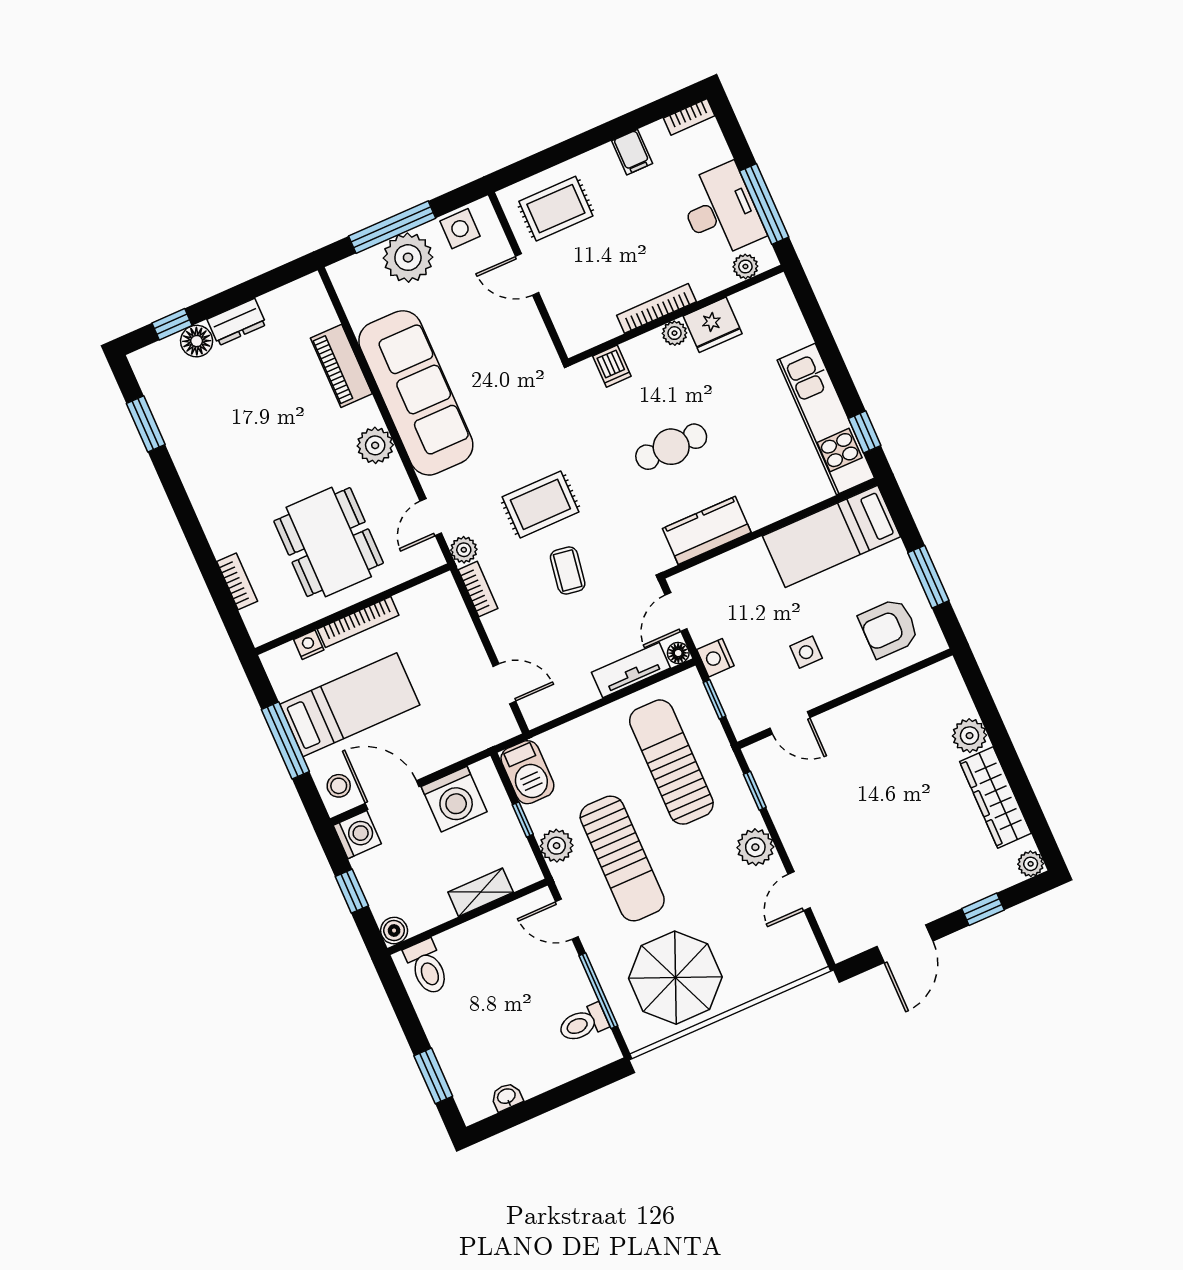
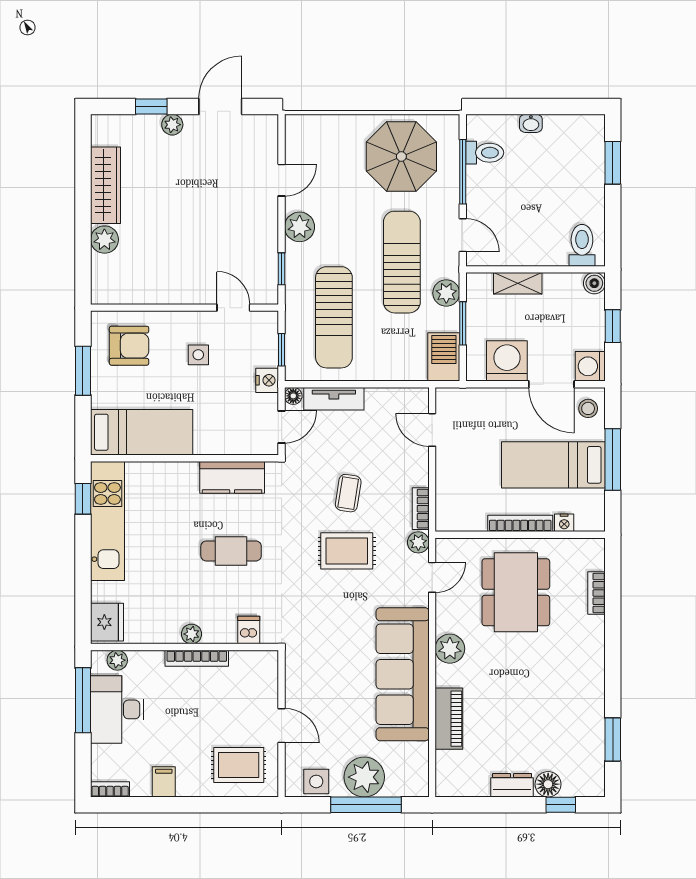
fridge: (713, 325) -> (107, 622), moved, turned 90
window: (523, 819) -> (463, 323), width x1.50
plant: (1031, 864) -> (172, 125), moved
washbasin: (507, 1097) -> (531, 123), moved

